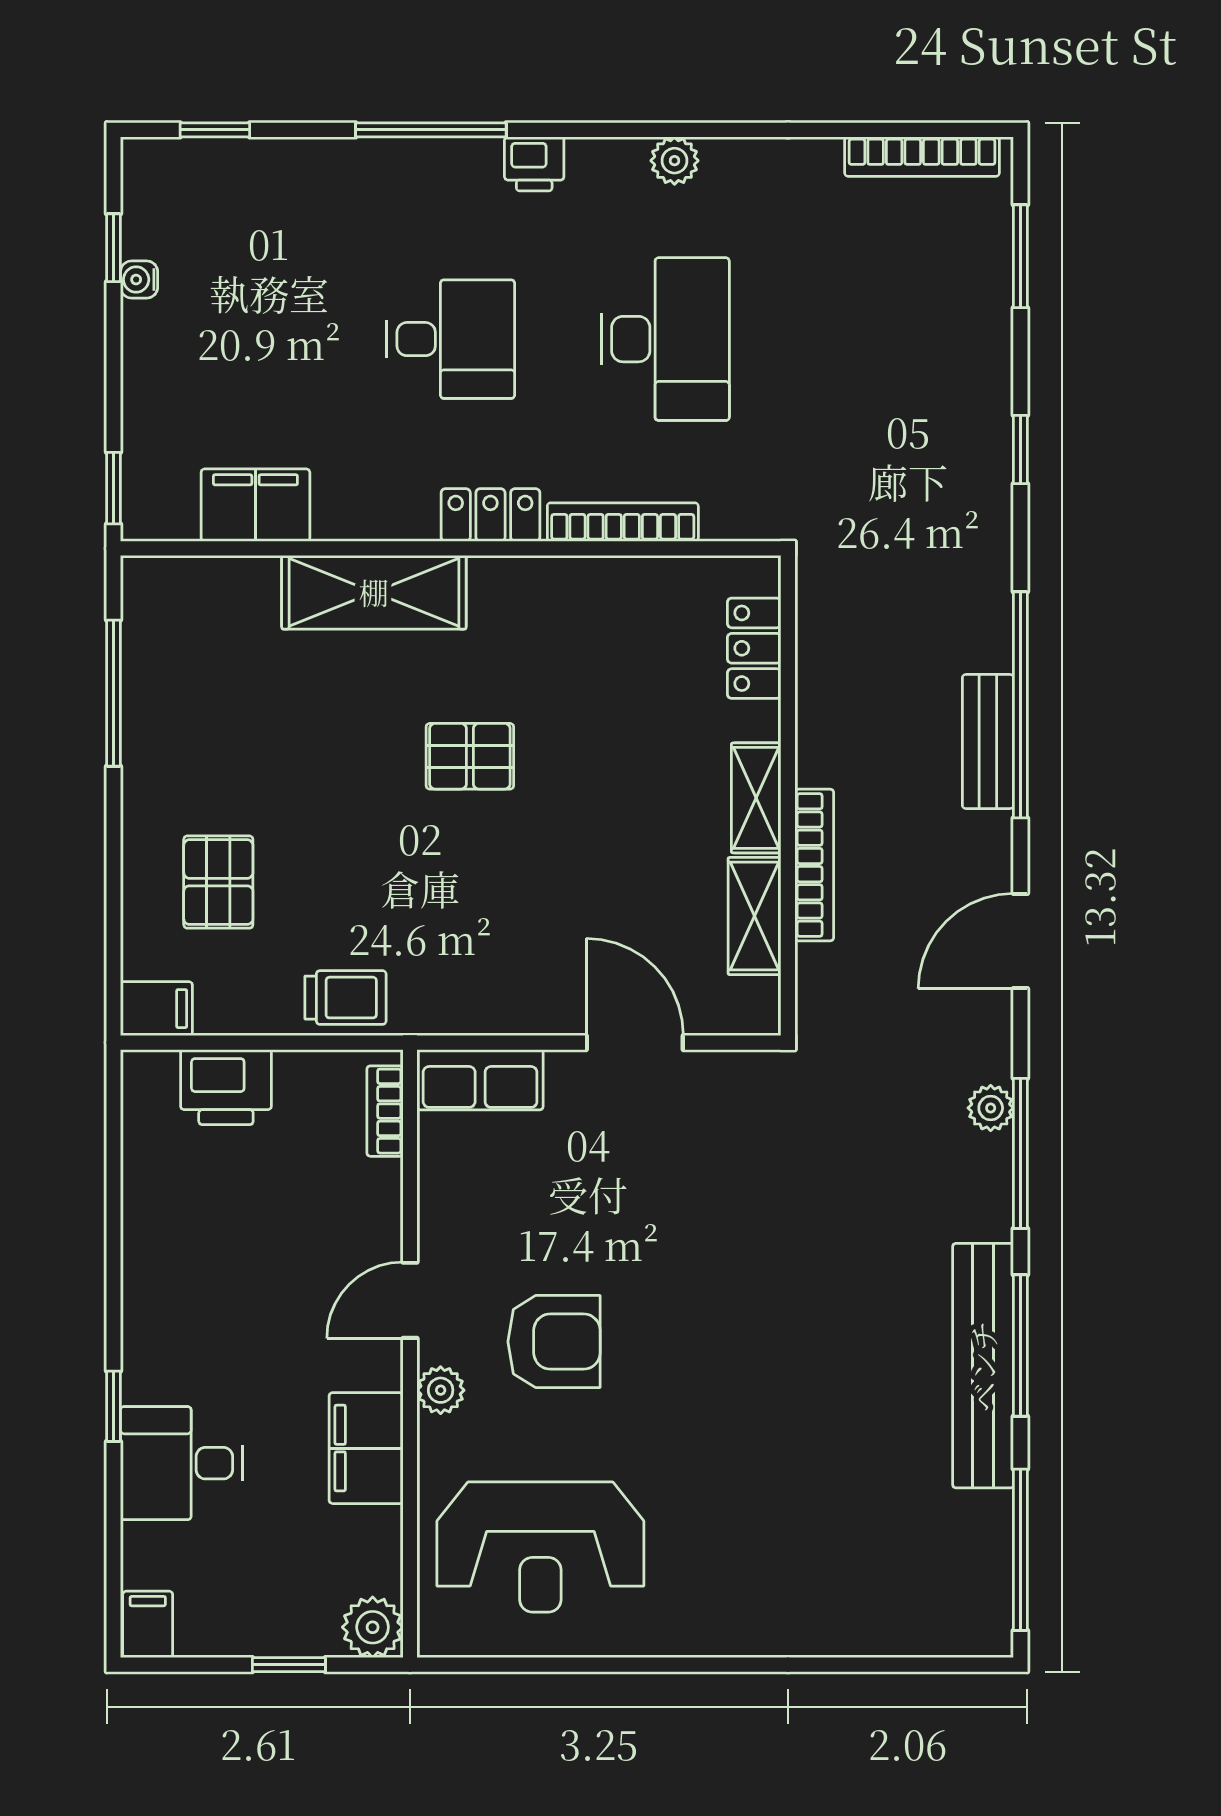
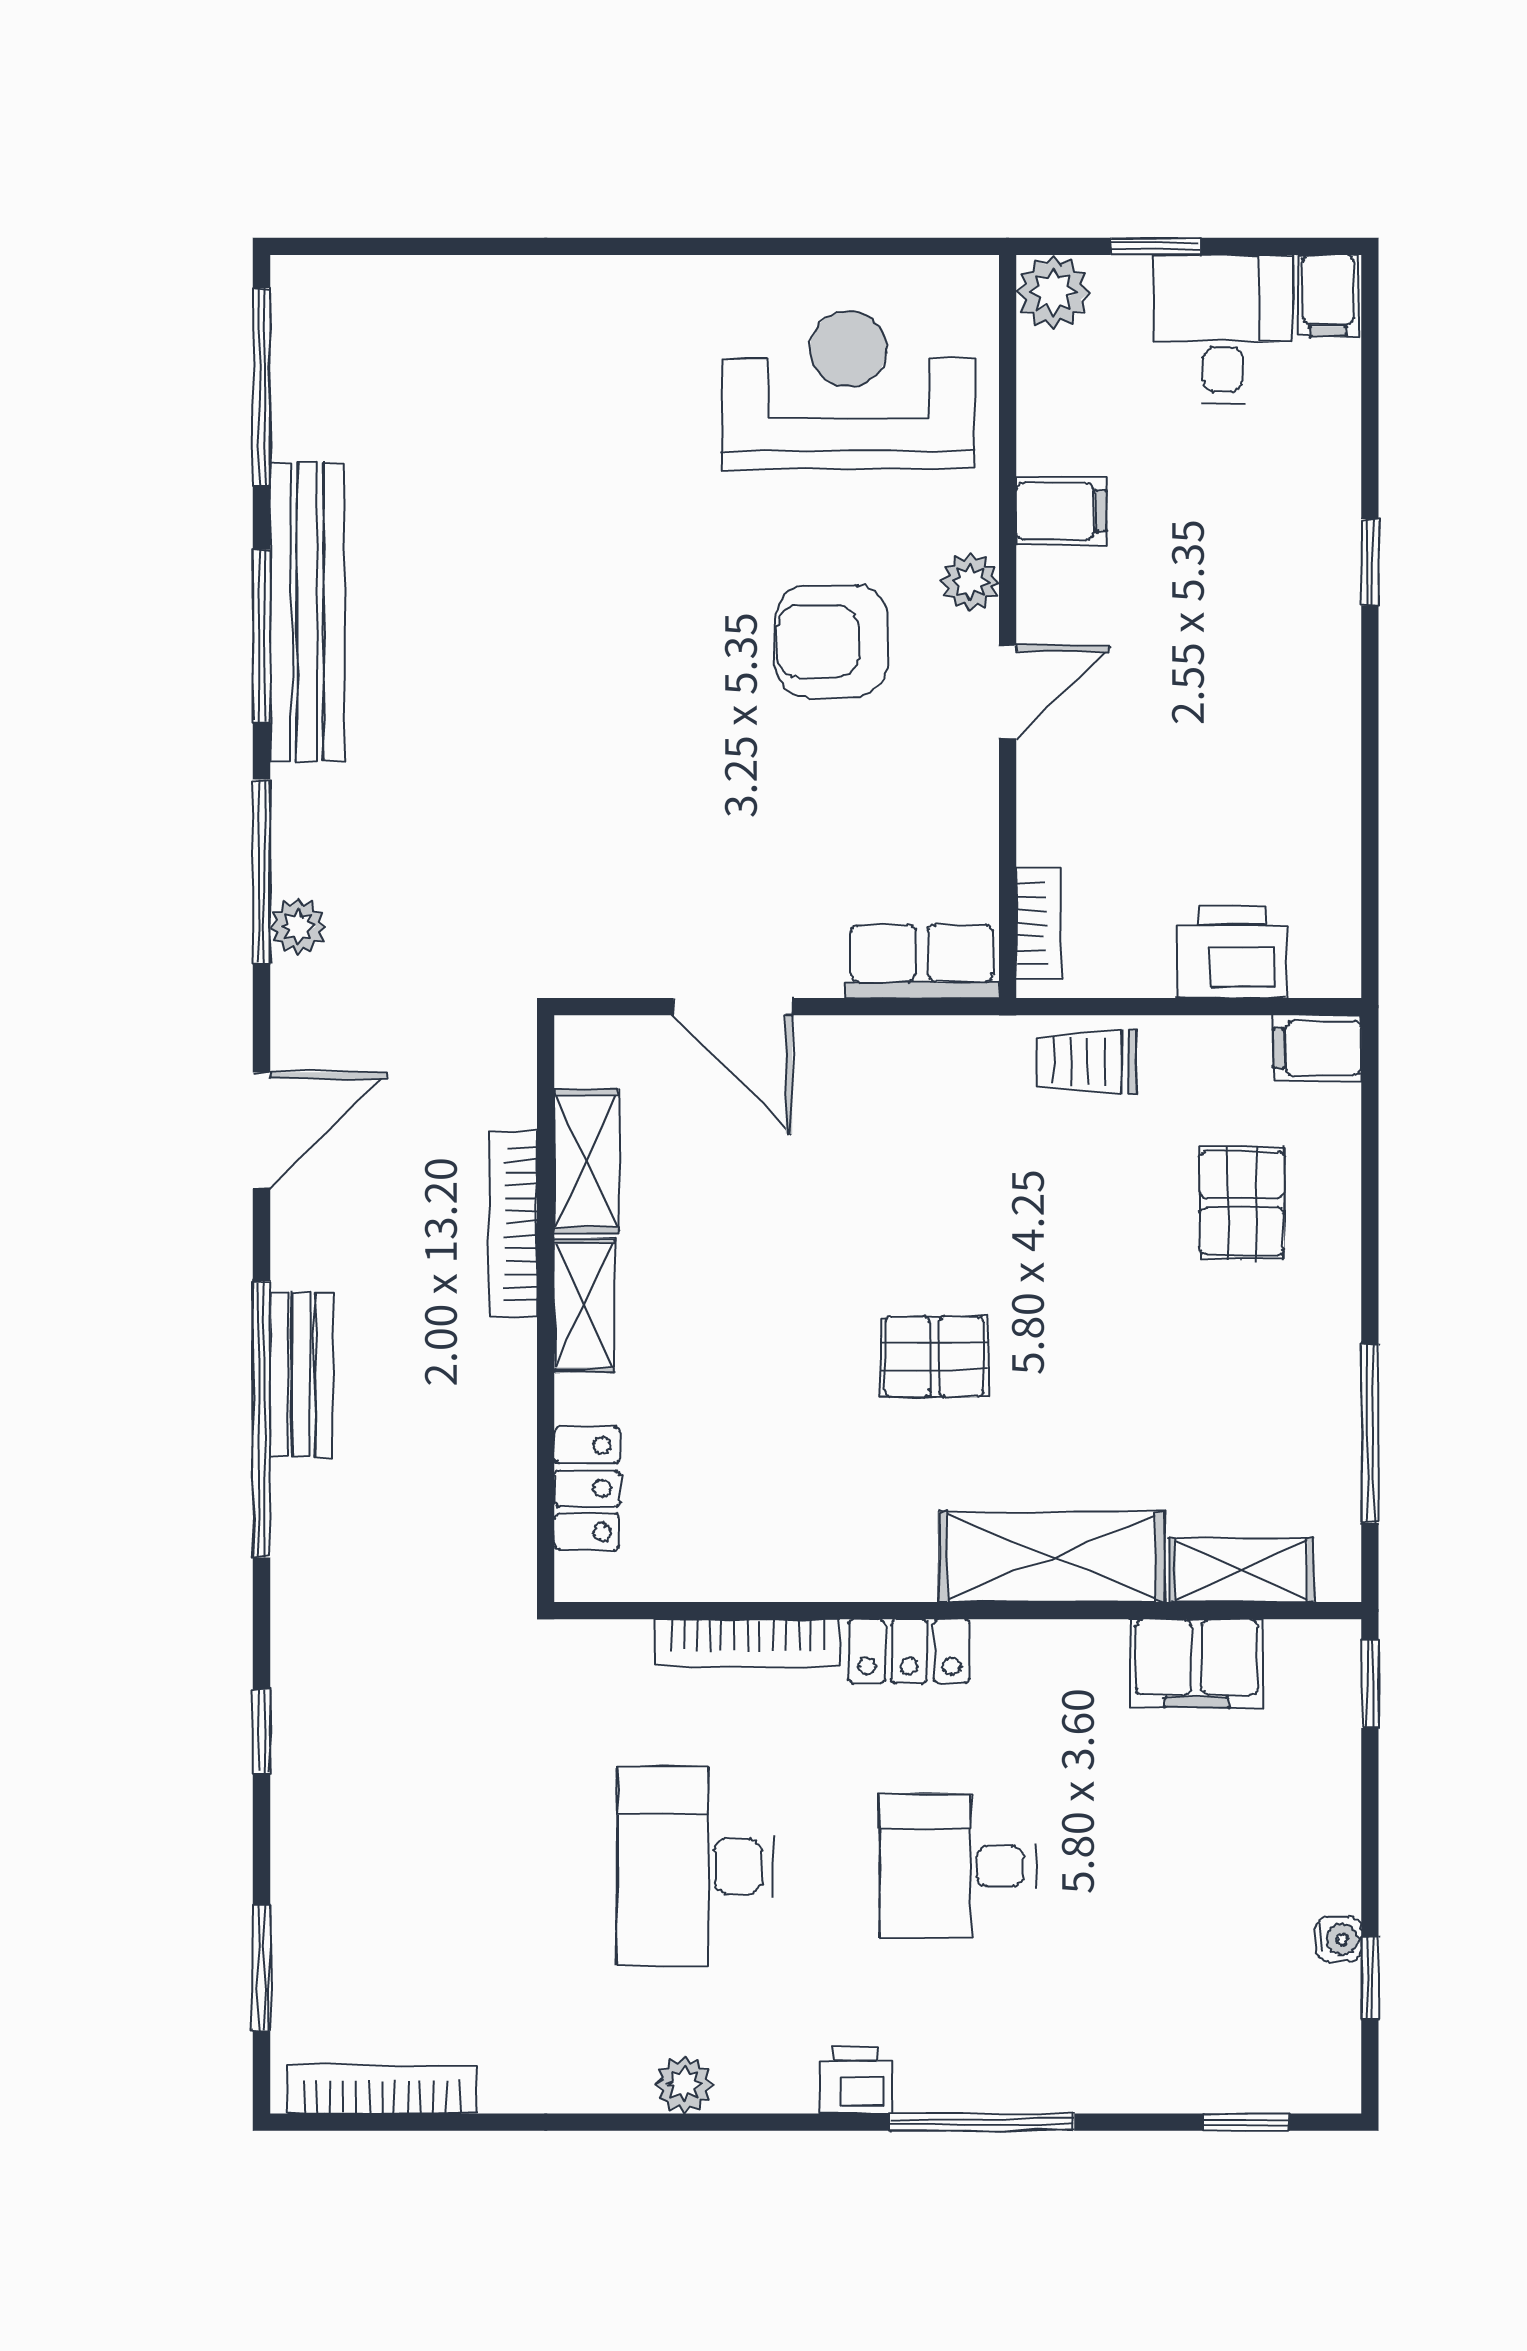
shelving: (218, 582) -> (1242, 1570), added
filing cabinet: (366, 1448) -> (1061, 511), width x0.50
desk: (181, 1463) -> (1223, 329), moved, turned -90

